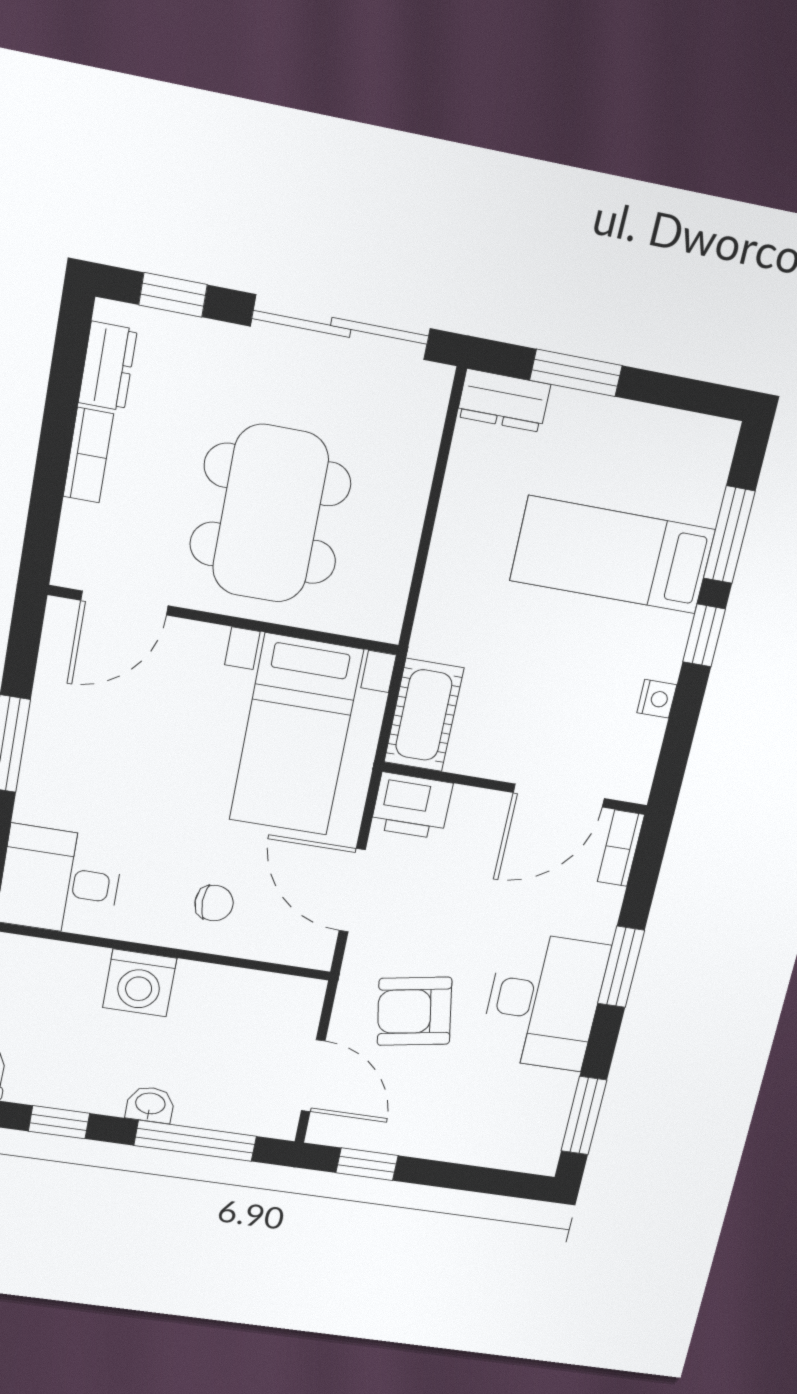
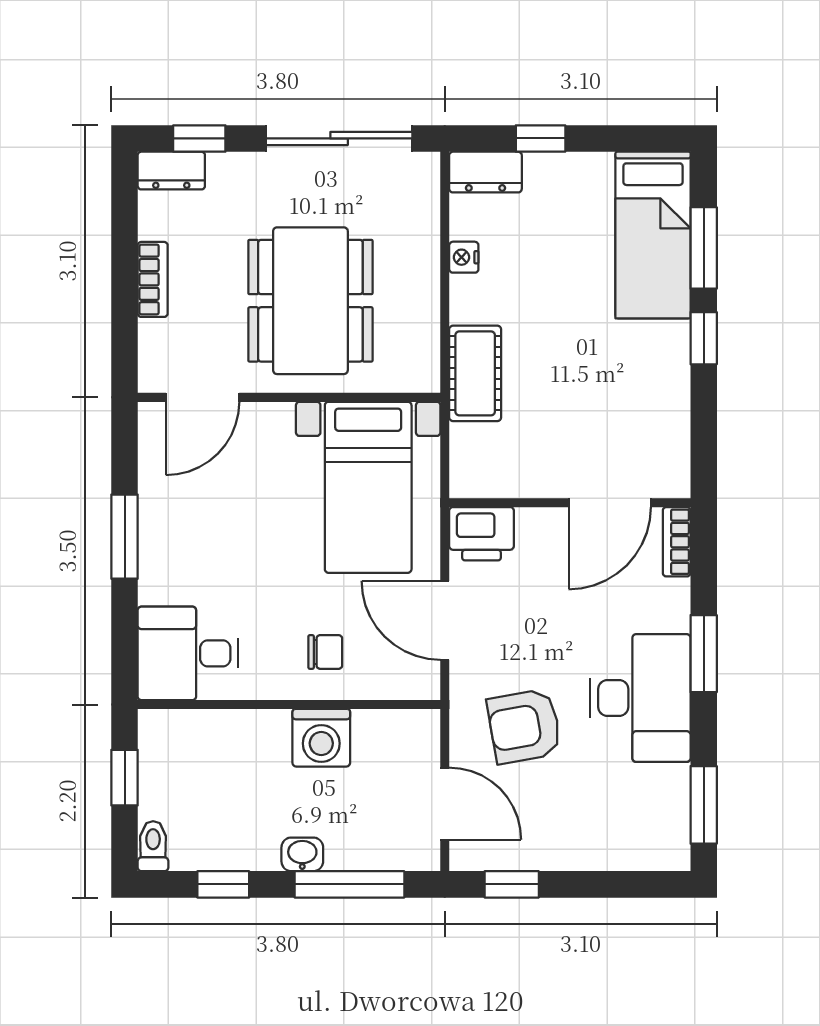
dresser: (108, 366) -> (171, 171), moved, turned 90
window: (576, 373) -> (541, 138), width x0.67
bed: (613, 555) -> (653, 235), moved, turned -90
nightstand: (657, 699) -> (464, 257), moved, turned 180
cot: (424, 715) -> (475, 373), moved
washing machine: (140, 983) -> (321, 738), moved

